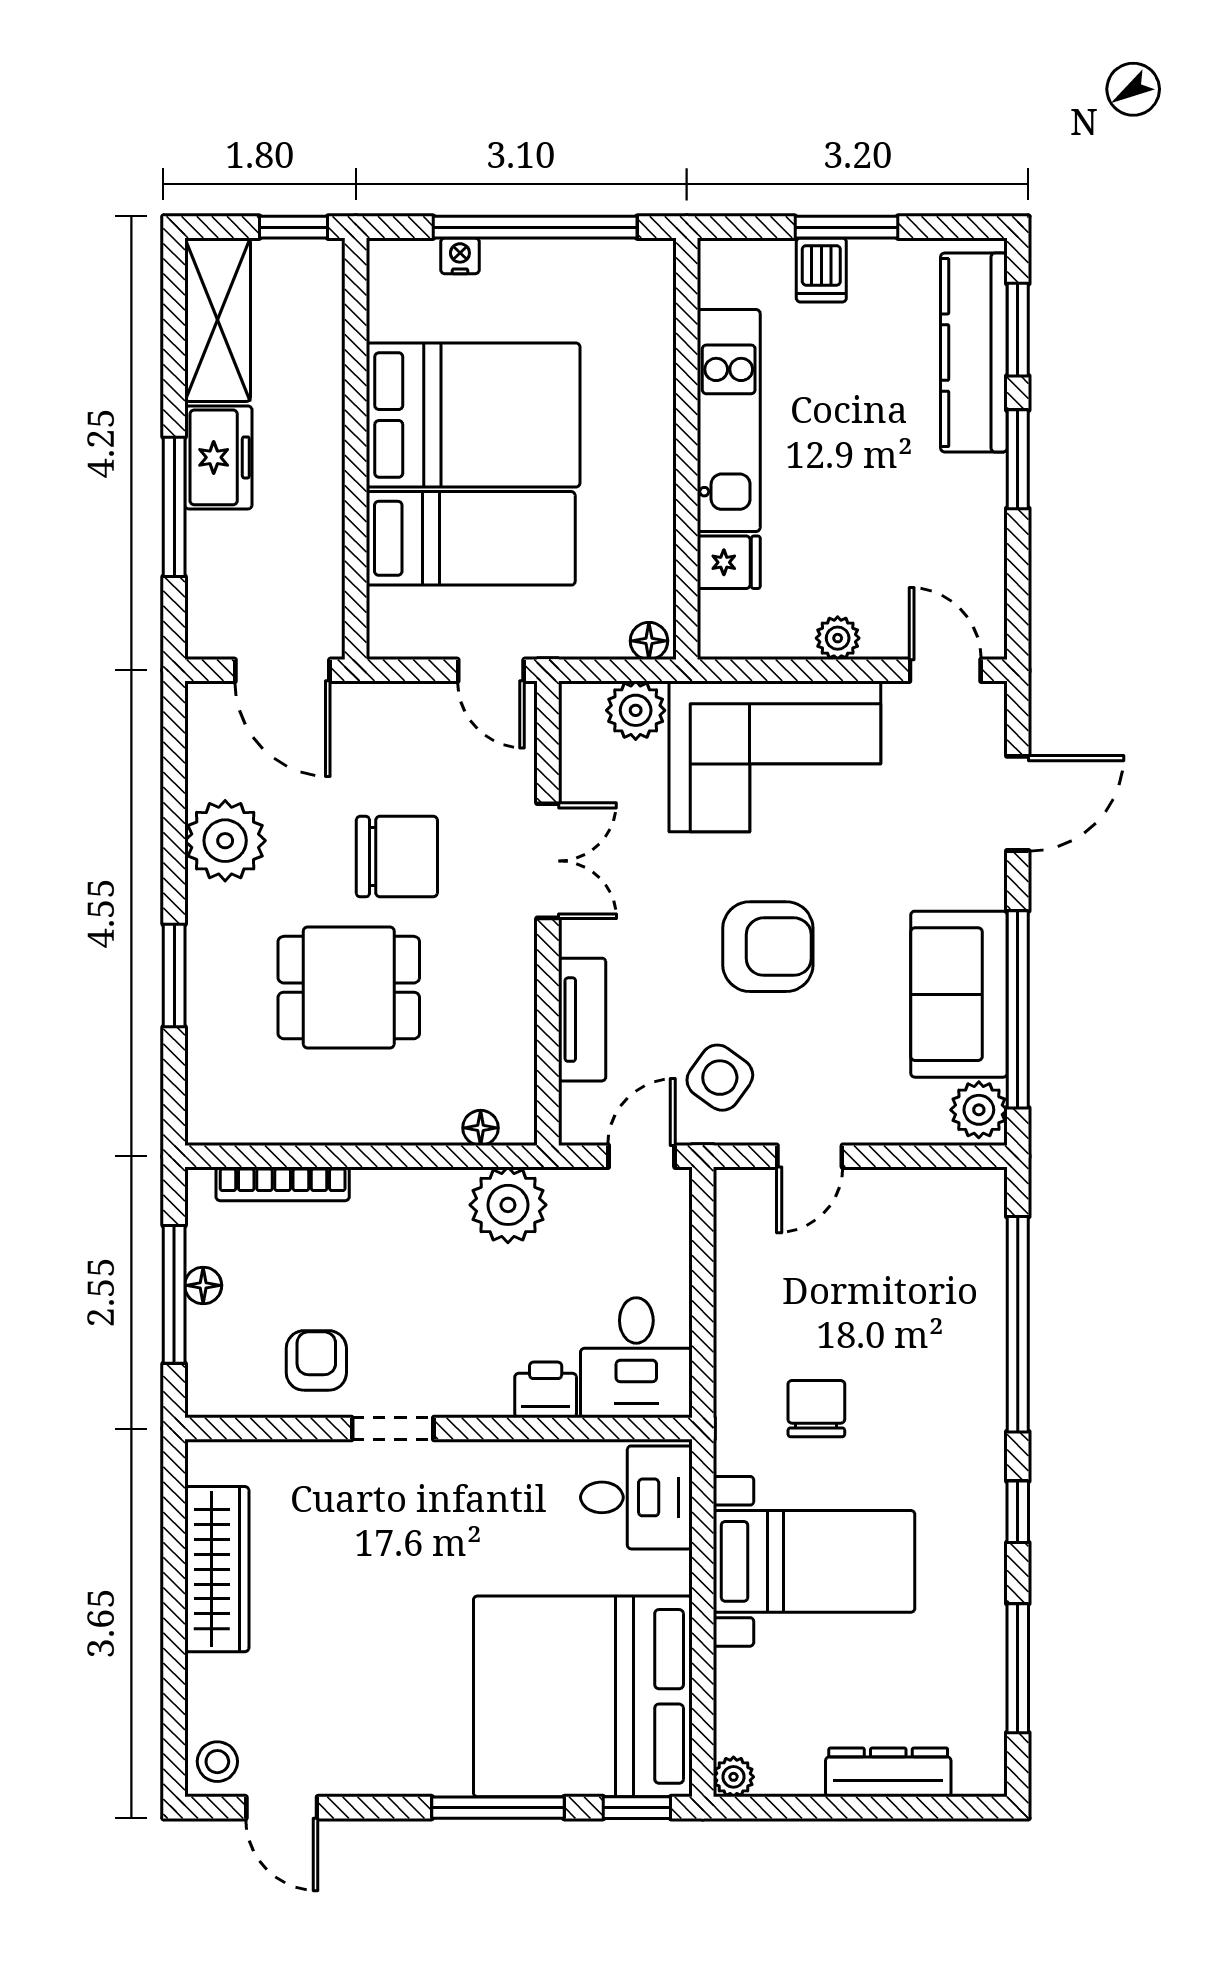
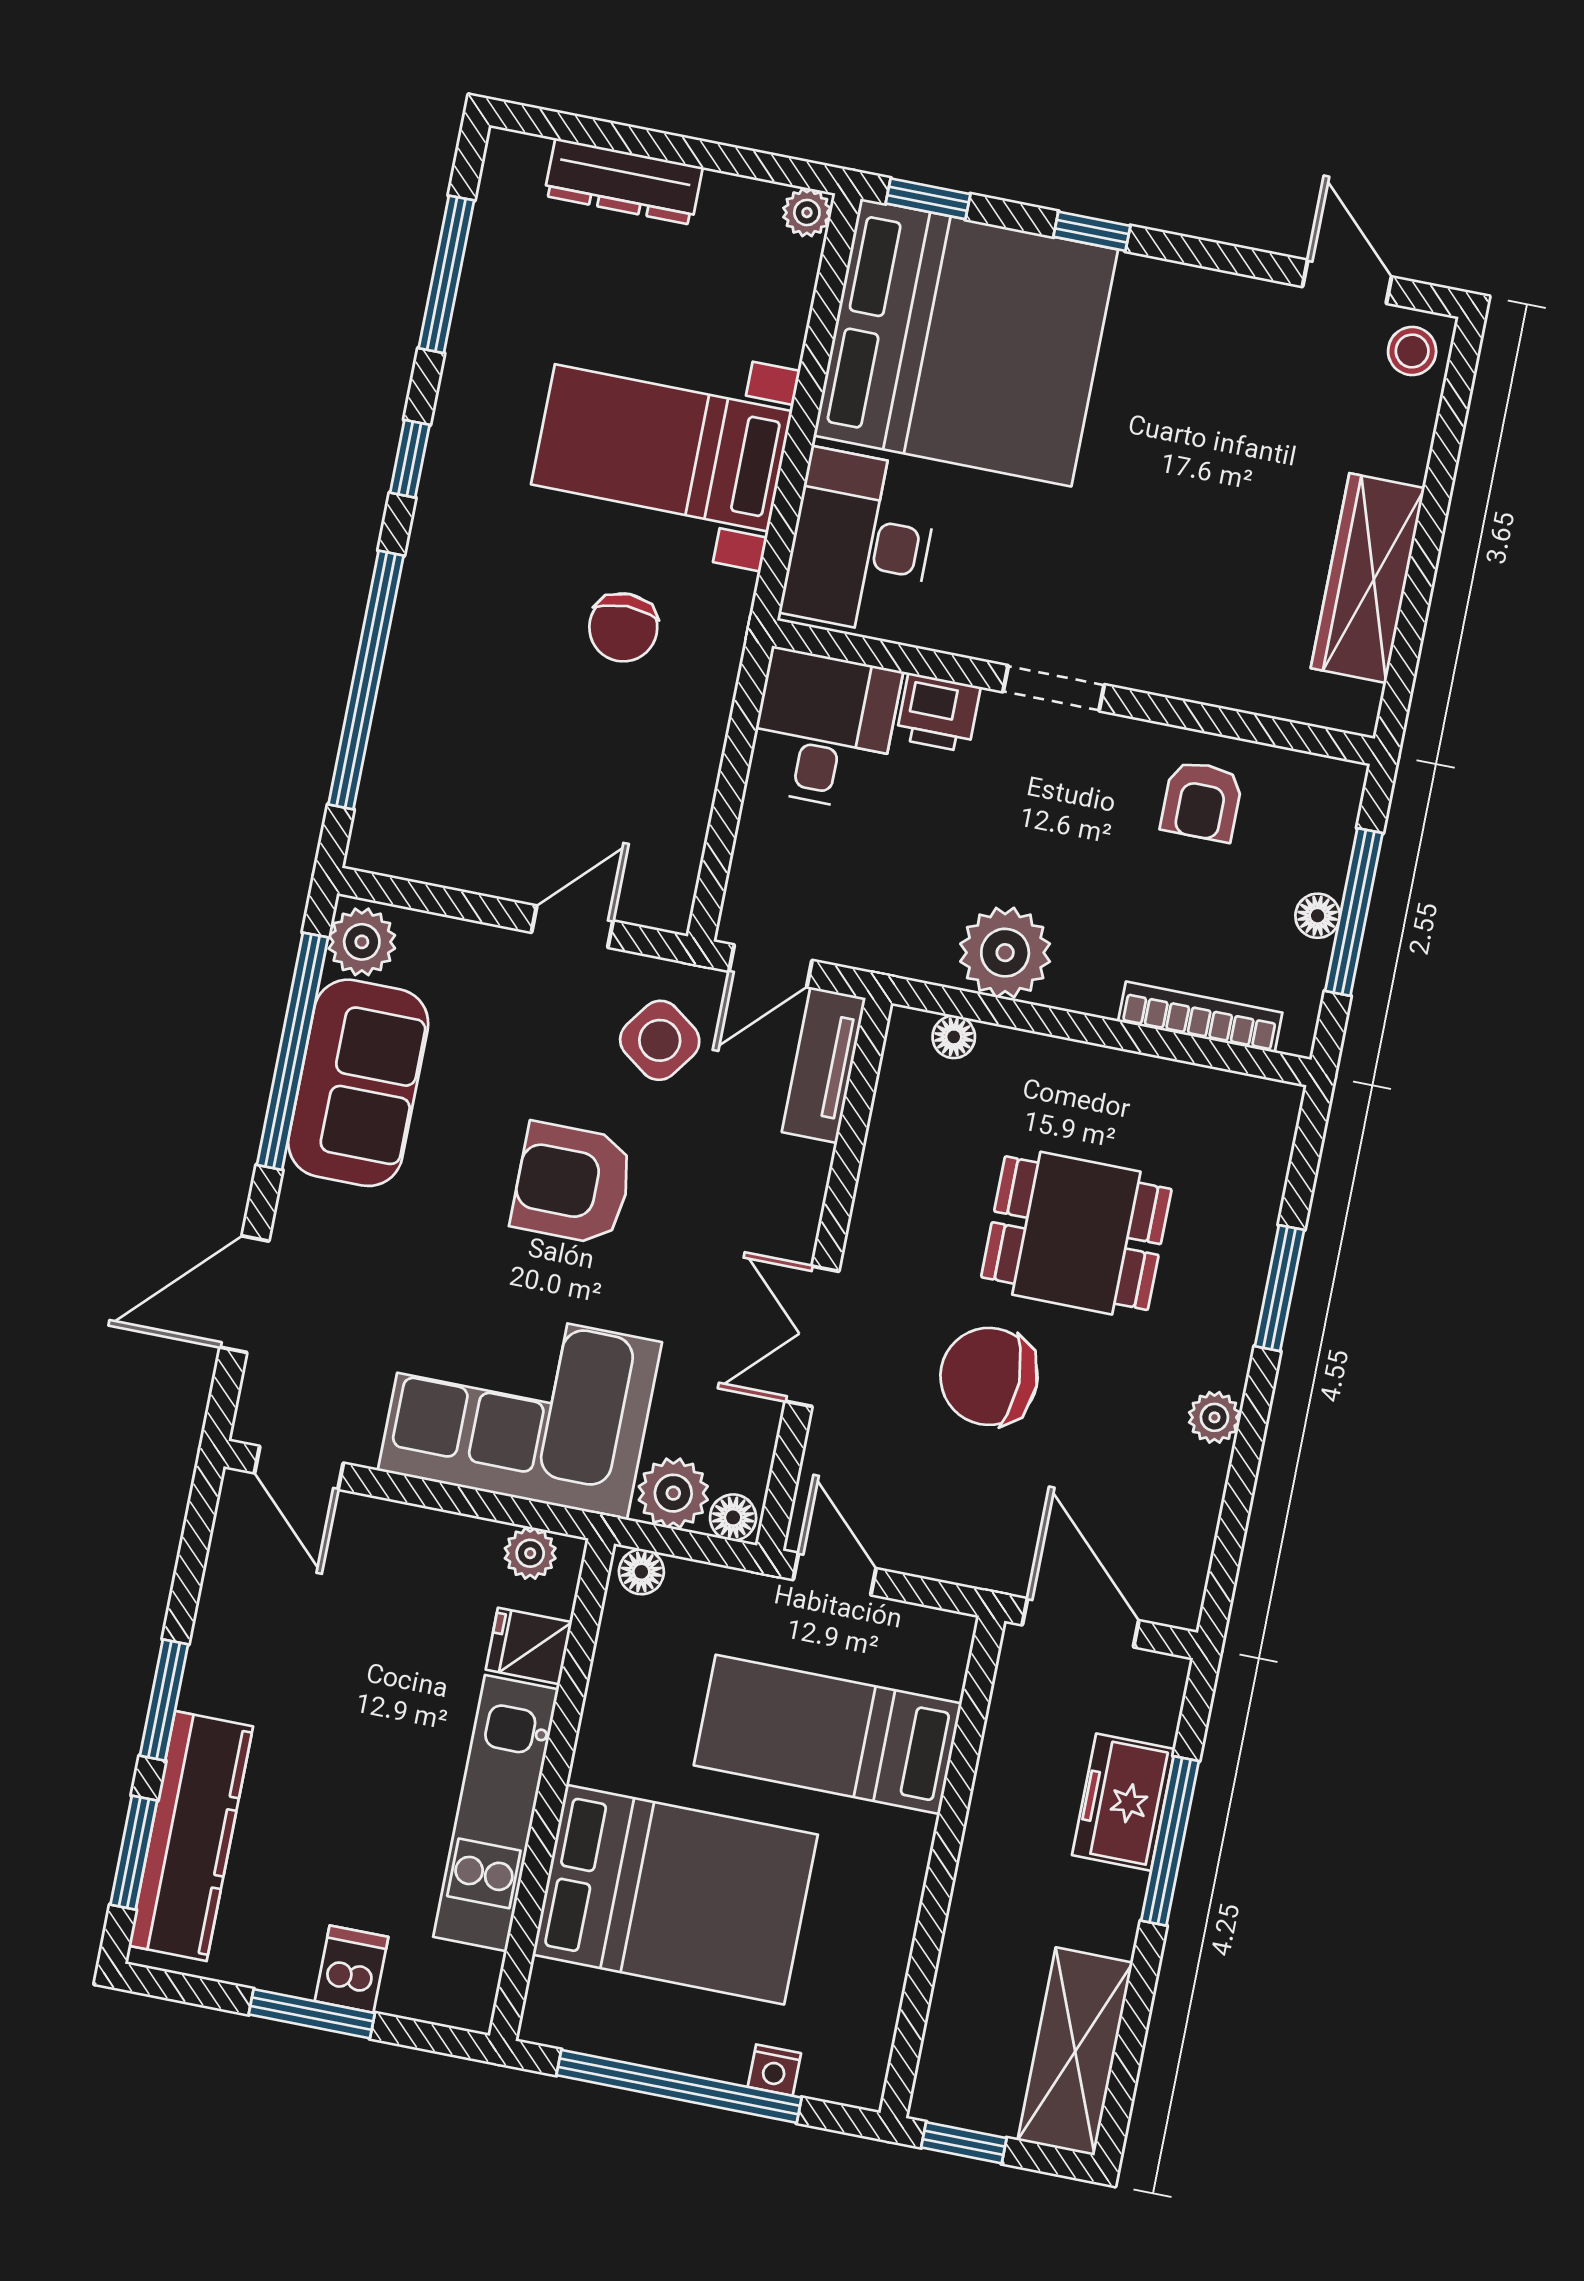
bed: (473, 415) -> (675, 1895), moved, turned 180
freezer: (218, 457) -> (1124, 1802), moved
plant: (838, 638) -> (530, 1553), moved
floor lamp: (583, 700) -> (733, 1517), added
plant: (225, 841) -> (1214, 1417), width x0.53, depth x0.53
tv unit: (582, 1020) -> (824, 1065), moved
plant: (508, 1205) -> (1005, 953), moved
doorway: (393, 1429) -> (1054, 688), moved
desk: (636, 1497) -> (861, 542), width x1.37
window: (498, 1808) -> (1092, 231), width x0.46

